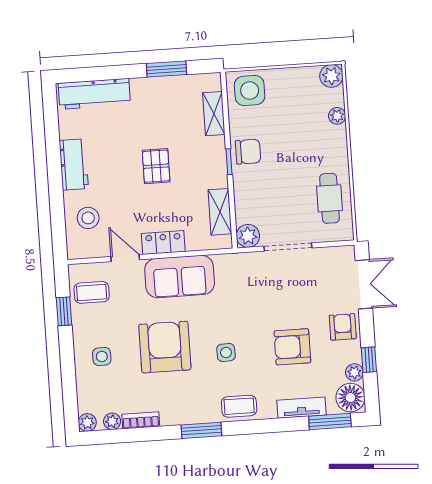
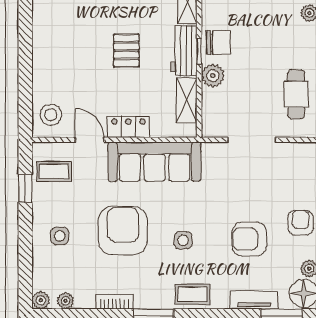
workbench: (74, 164) -> (184, 51), moved, turned 180
stool: (88, 218) -> (51, 115), moved
plant: (248, 236) -> (213, 76), moved
sofa: (180, 276) -> (154, 162), width x1.36
bookcase: (141, 420) -> (115, 302), moved

